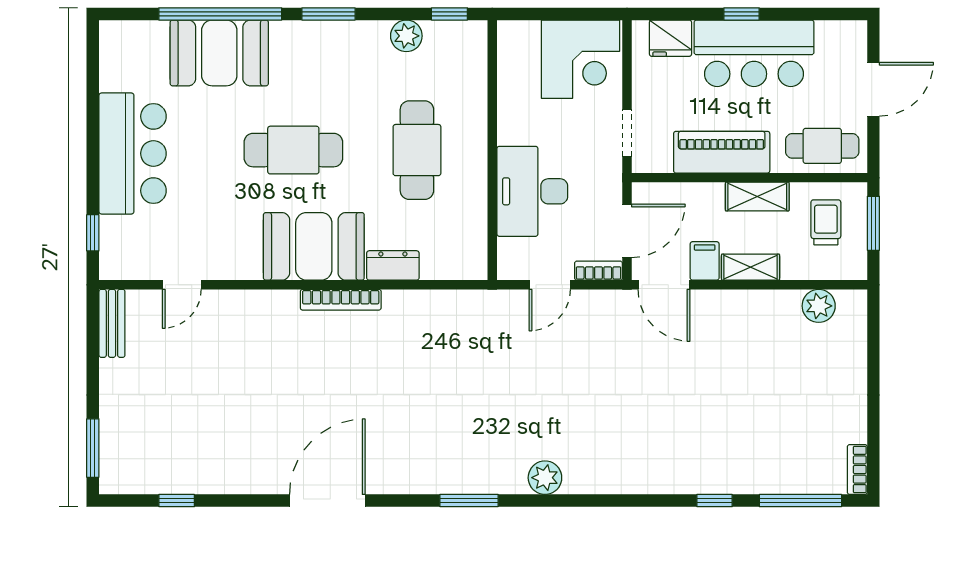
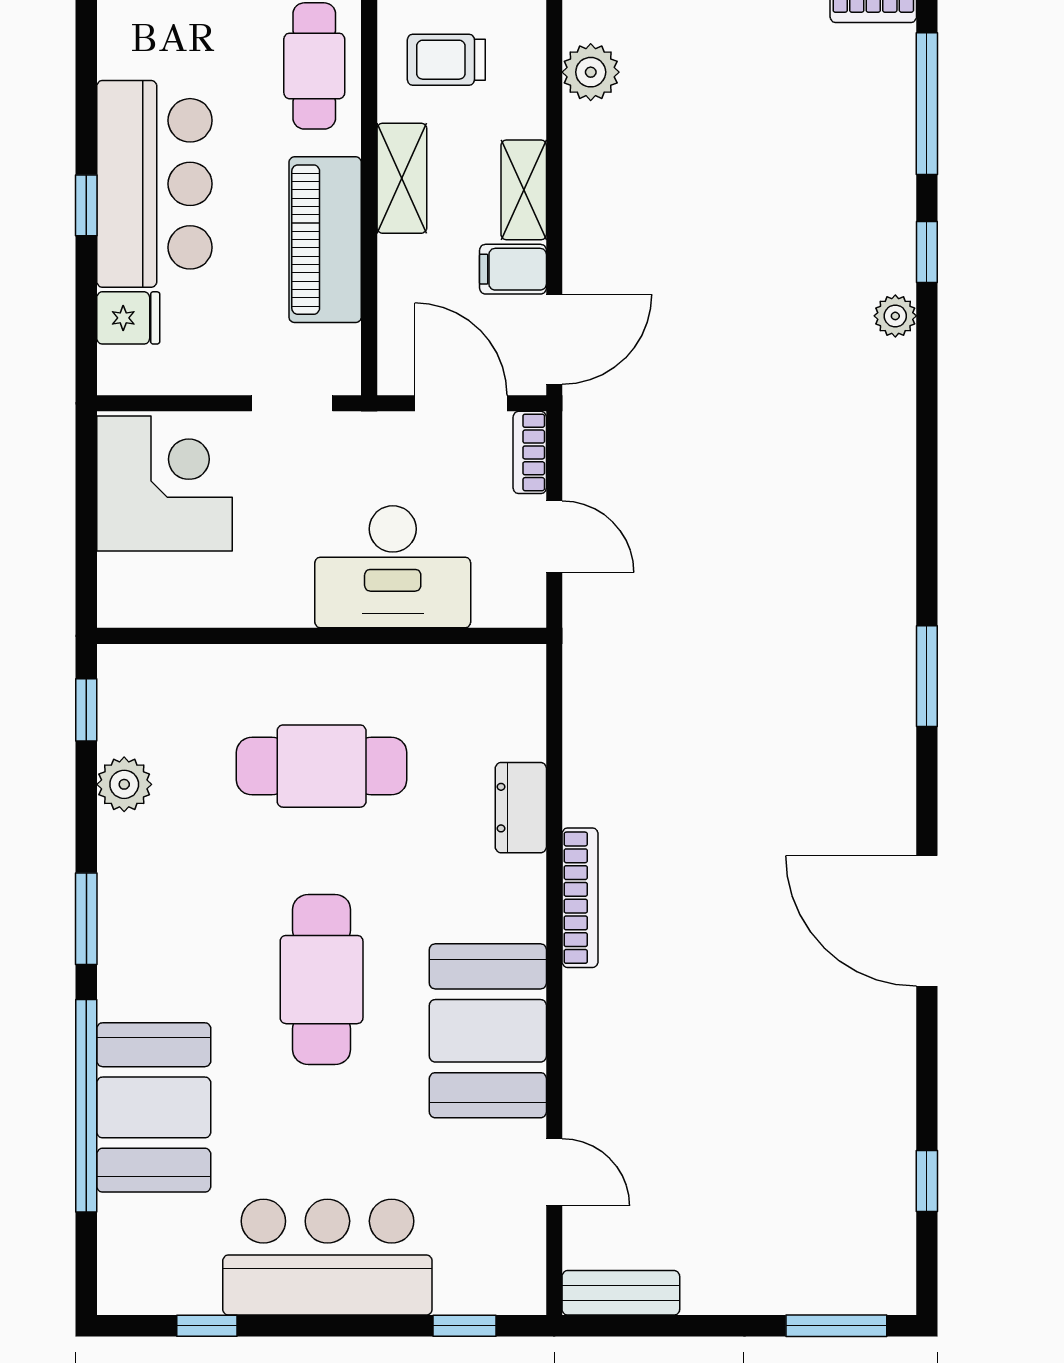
fridge: (671, 38) -> (128, 318), width x0.72
window: (93, 84) -> (207, 1326), added
booth: (314, 246) -> (488, 1031), moved
plant: (545, 478) -> (895, 316), moved, width x0.73, depth x0.73

